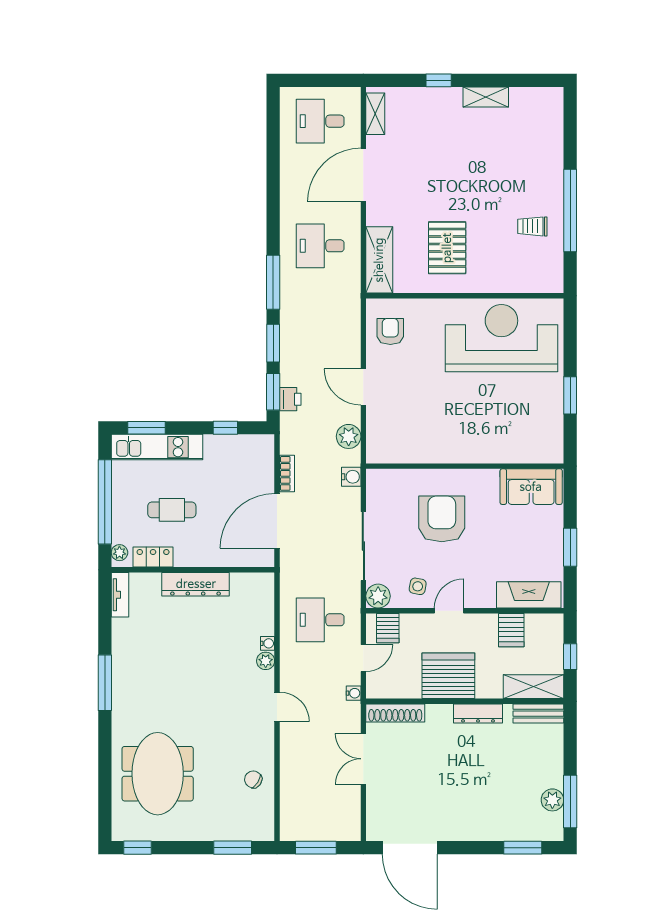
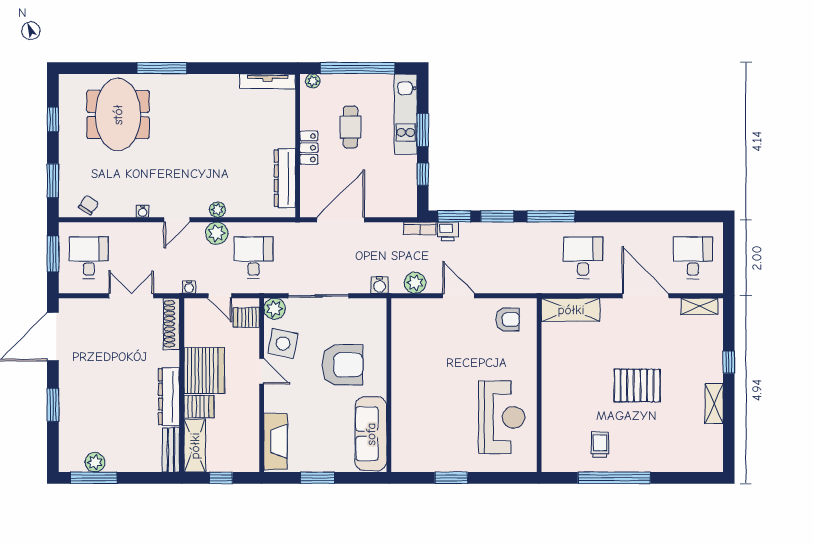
pallet: (447, 248) -> (637, 386), moved
reception desk: (501, 338) -> (502, 417), width x0.74, depth x0.77
door: (363, 387) -> (459, 296), hinge flipped
window: (147, 428) -> (423, 130), moved
bookcase: (287, 473) -> (420, 228), moved
sofa: (531, 487) -> (371, 434), width x1.36
door: (277, 521) -> (341, 220), hinge flipped
locker: (153, 557) -> (309, 148), moved
dresser: (196, 584) -> (285, 178), moved
side table: (418, 586) -> (283, 344), width x1.87, depth x1.87
tv unit: (120, 595) -> (268, 81), width x1.41
server rack: (511, 630) -> (199, 406), moved, turned 180
water cooler: (268, 643) -> (143, 211), moved
plant: (292, 662) -> (217, 233), added
window: (105, 683) -> (162, 68), moved
dresser: (478, 713) -> (169, 397), width x1.37, depth x1.24
meeting table: (158, 774) -> (118, 115), turned 90
chair: (253, 779) -> (88, 205), moved
desk: (320, 807) -> (89, 258), added
window: (138, 848) -> (53, 119), moved
window: (523, 848) -> (53, 405), moved

